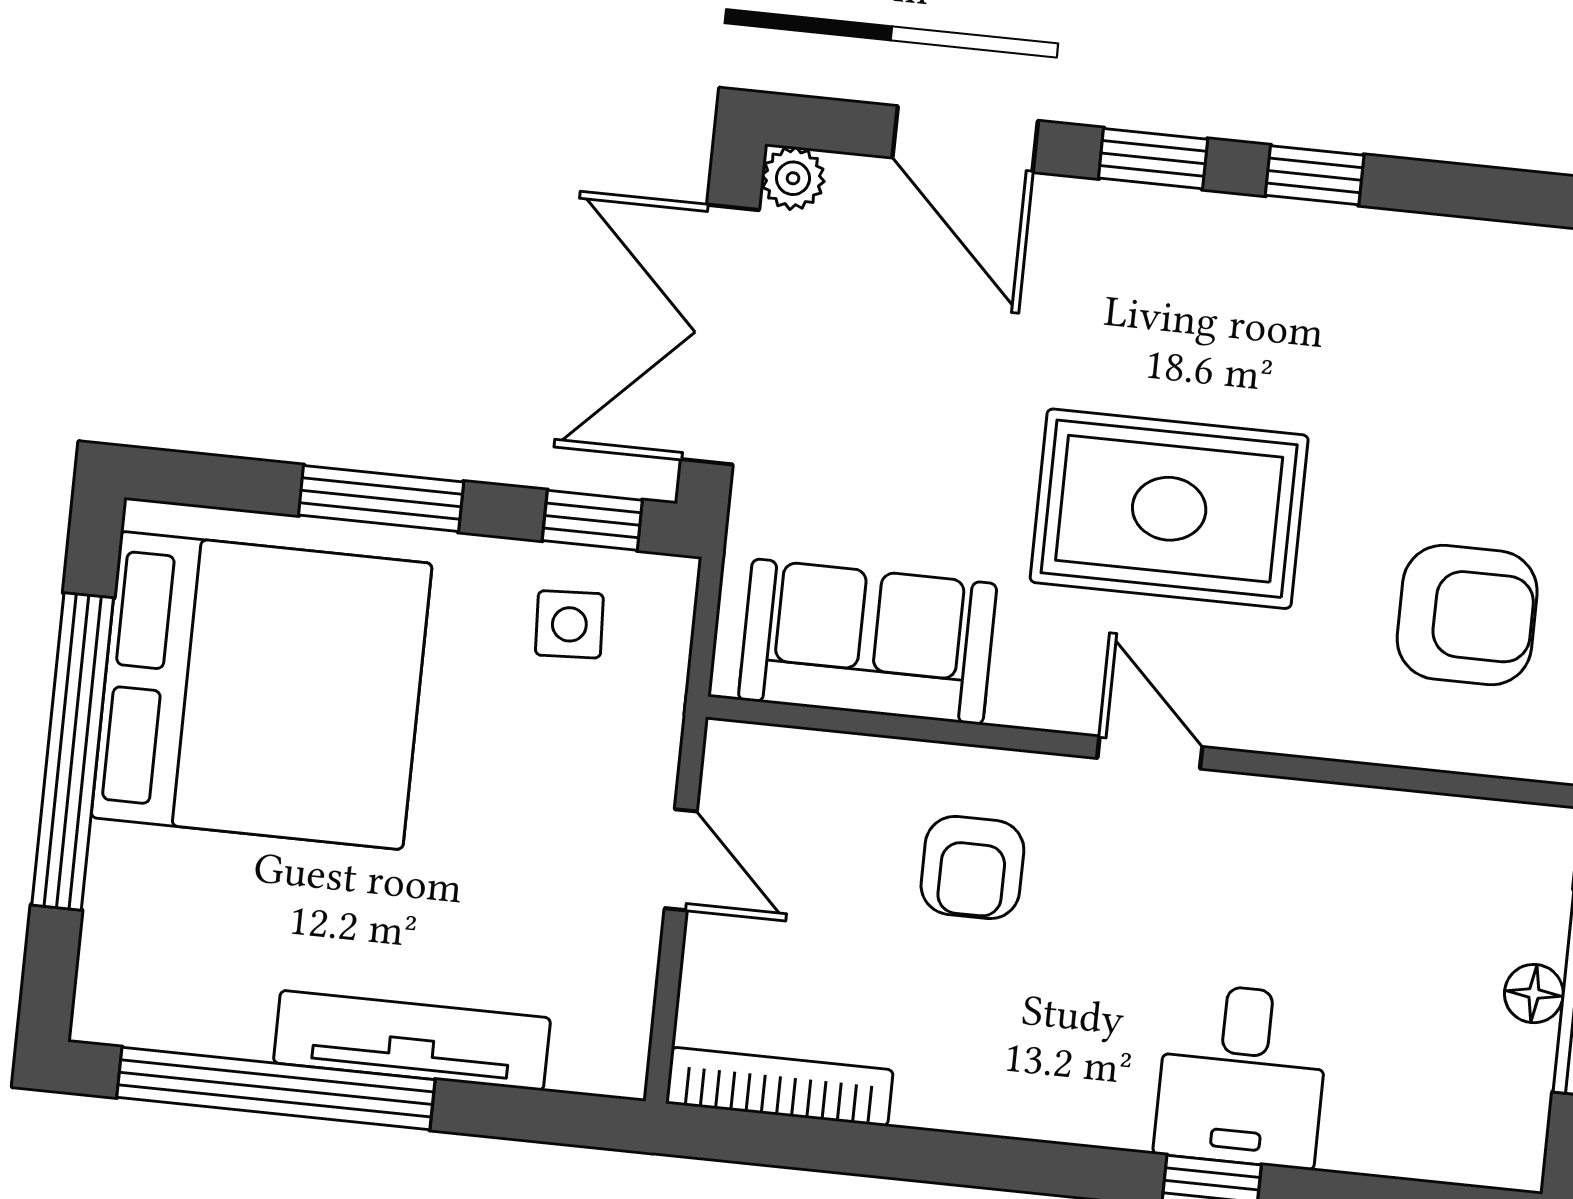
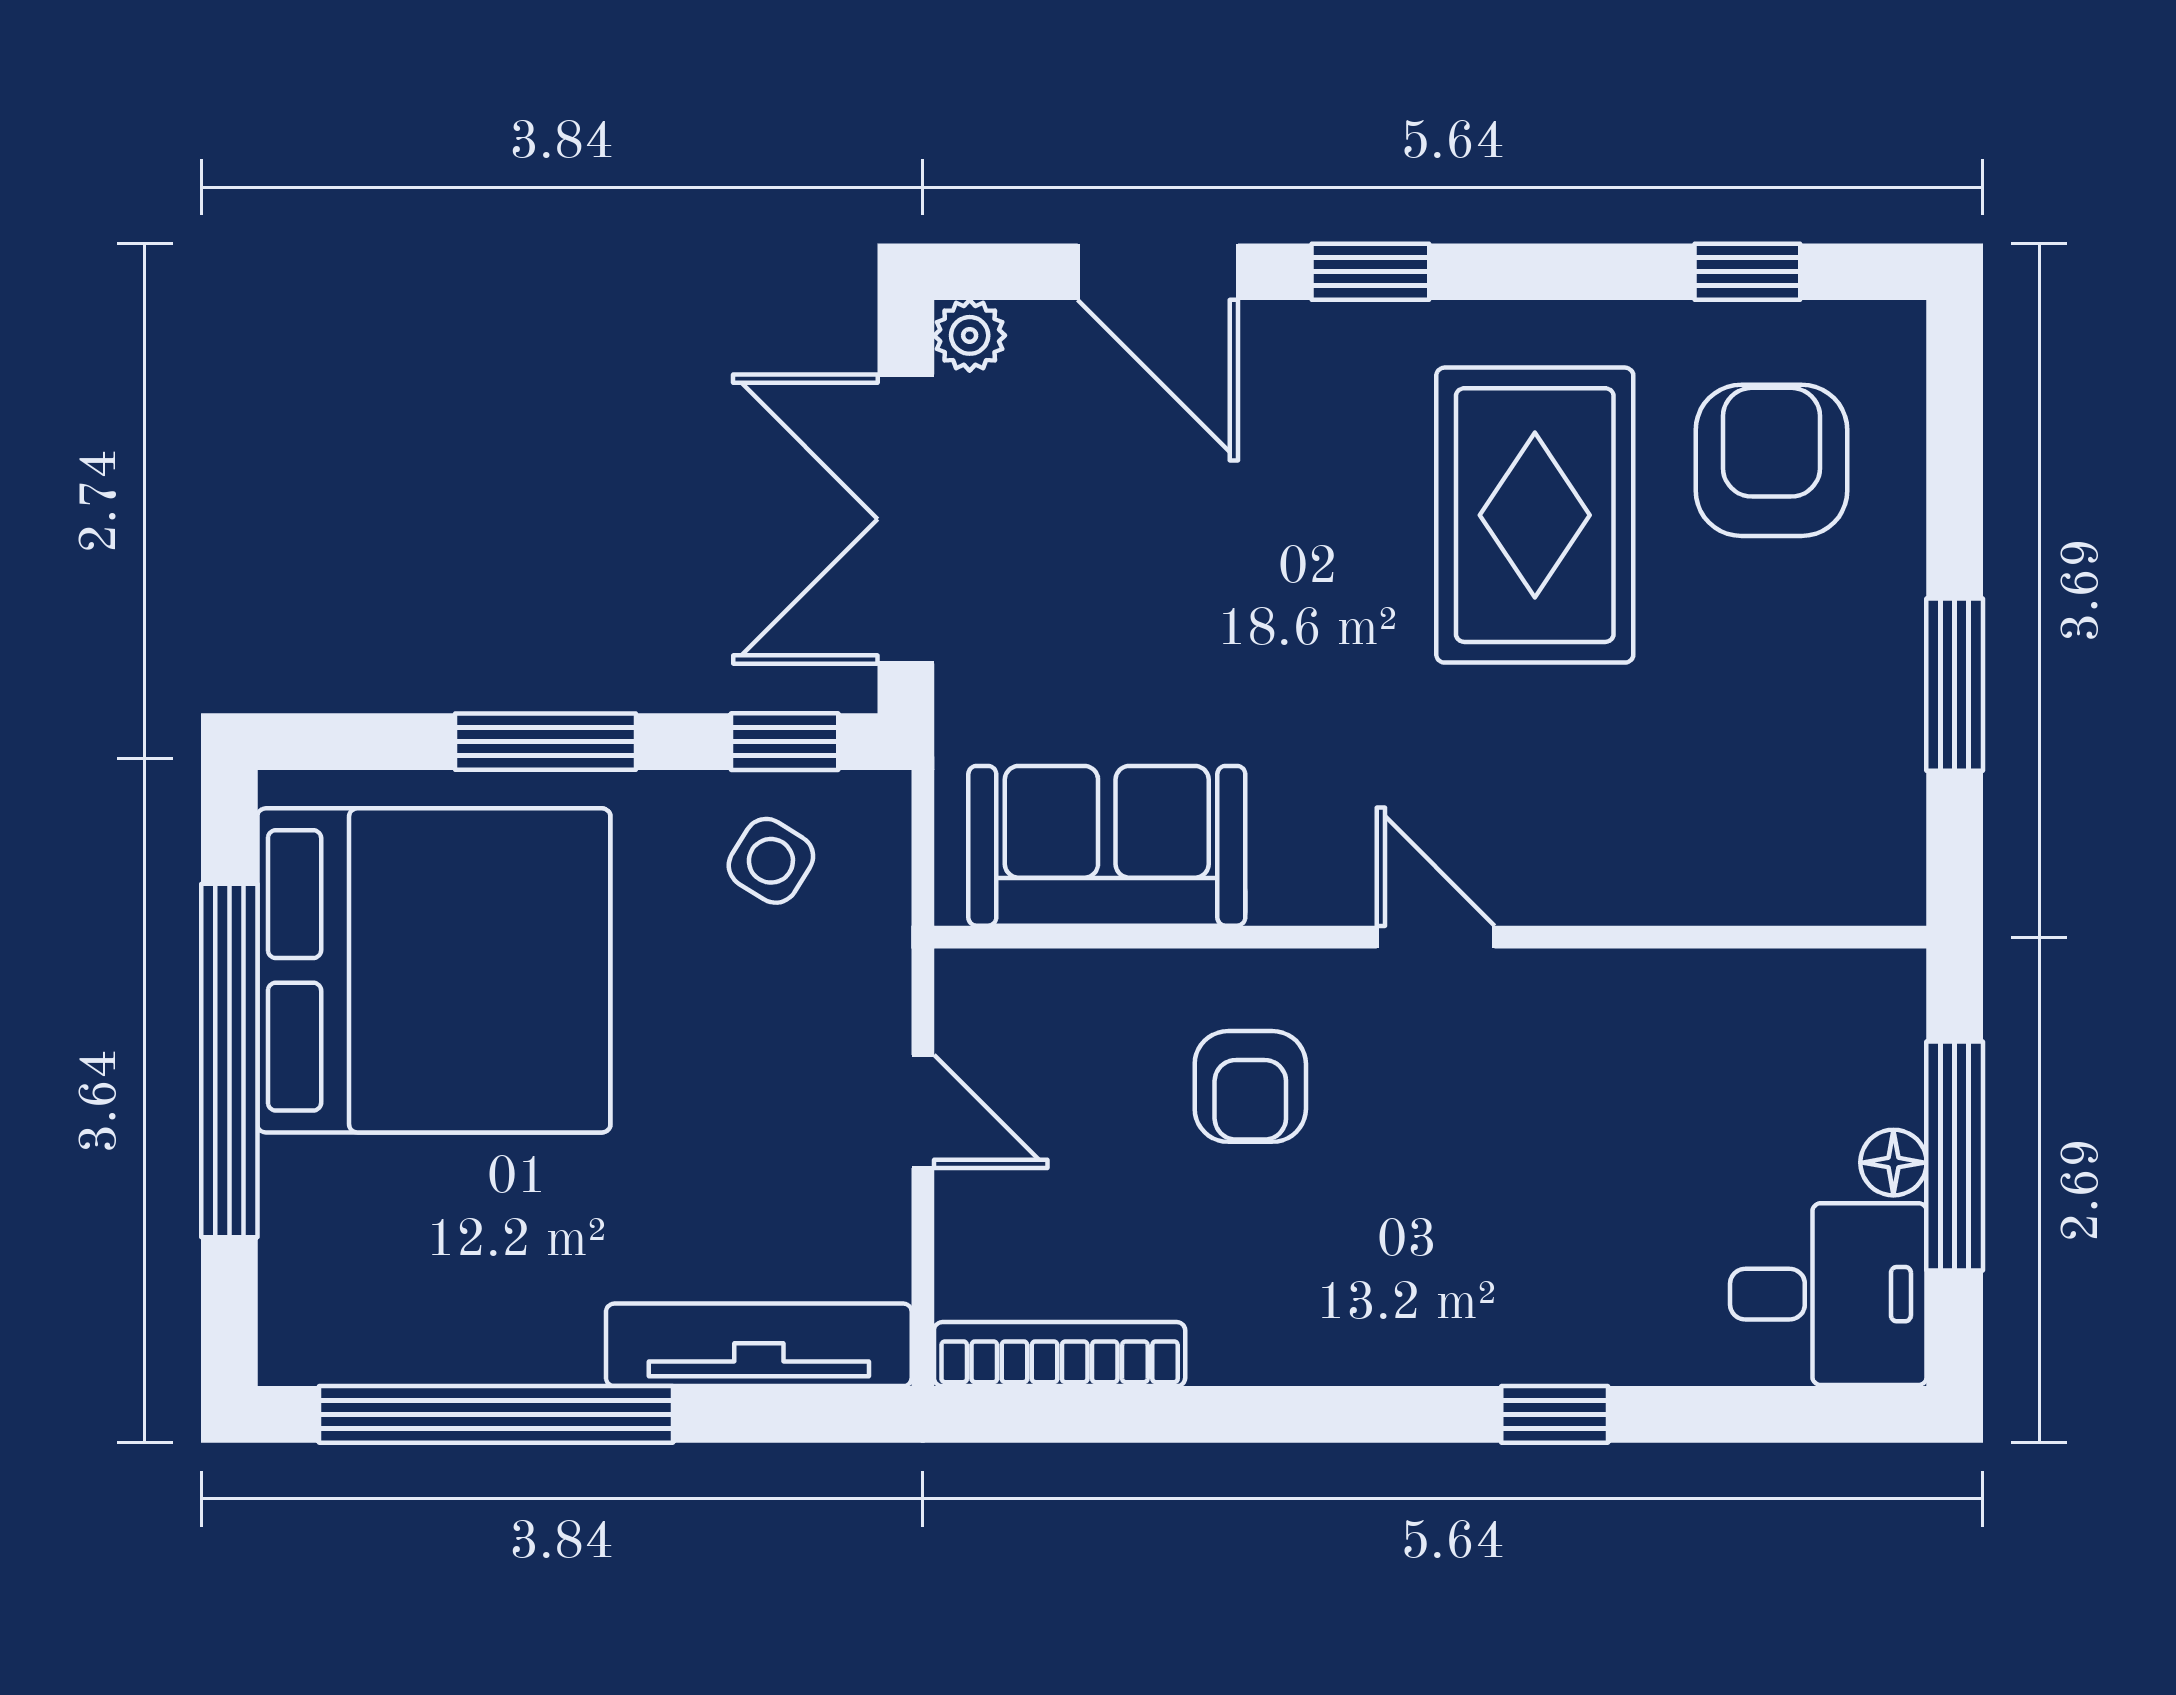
window: (1315, 175) -> (1747, 272), moved
rug: (1169, 509) -> (1535, 515), moved, turned 90
armchair: (1467, 615) -> (1771, 460), moved, turned -90
side table: (569, 624) -> (771, 861), turned 35
tv unit: (412, 1040) -> (759, 1345), moved
desk: (1242, 1075) -> (1828, 1294), moved, turned -90

